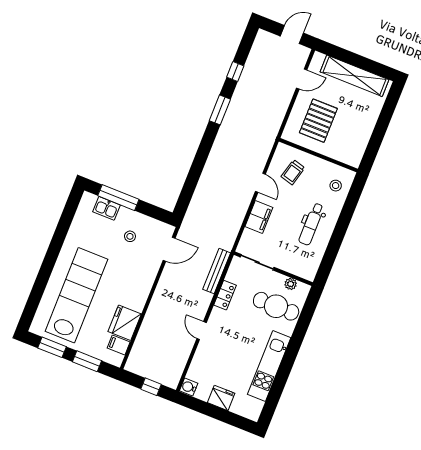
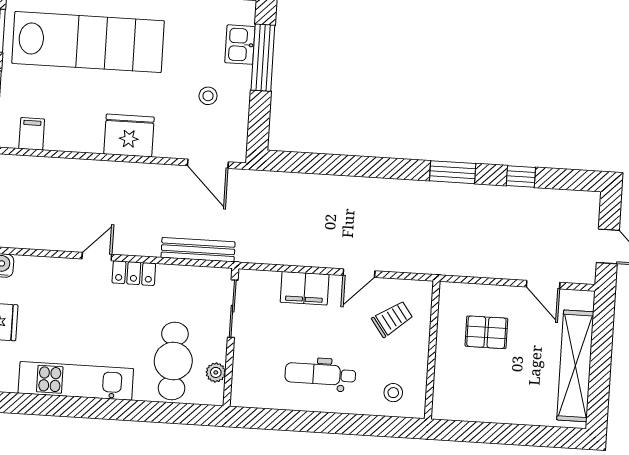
pallet: (318, 121) -> (486, 332), width x0.67, depth x0.71
trolley: (293, 172) -> (392, 319), turned 129
locker: (225, 295) -> (134, 273), moved
fridge: (125, 323) -> (129, 136), moved

